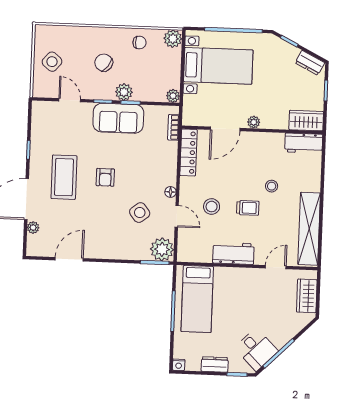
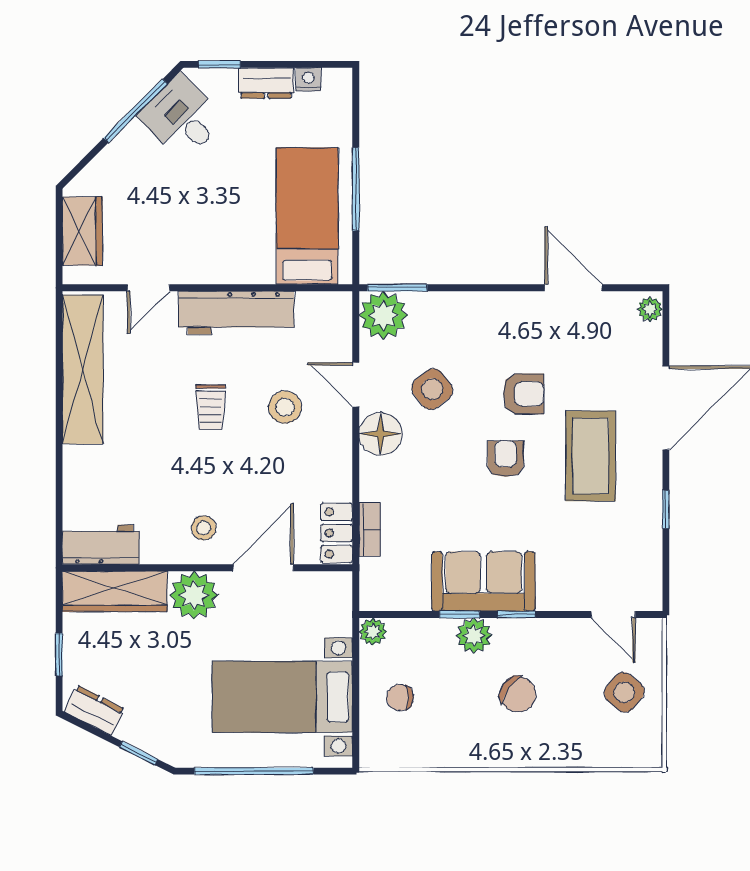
plant: (173, 39) -> (378, 749), removed
chair: (139, 43) -> (400, 697), moved
door: (70, 100) -> (613, 614), moved
wardrobe: (306, 121) -> (115, 591), width x1.50
plant: (254, 122) -> (194, 595), width x1.88, depth x1.88
bookcase: (173, 127) -> (370, 530), moved
locker: (189, 152) -> (337, 533), width x0.66
stool: (272, 186) -> (204, 528), moved
floor lamp: (170, 192) -> (381, 434), width x1.89, depth x1.89
trolley: (248, 208) -> (211, 407), turned -90
armchair: (95, 209) -> (524, 394), added
plant: (33, 228) -> (650, 309), moved
workbench: (233, 253) -> (236, 313), width x1.38
door: (69, 259) -> (573, 288), swing flipped
nightstand: (179, 365) -> (308, 79), moved

